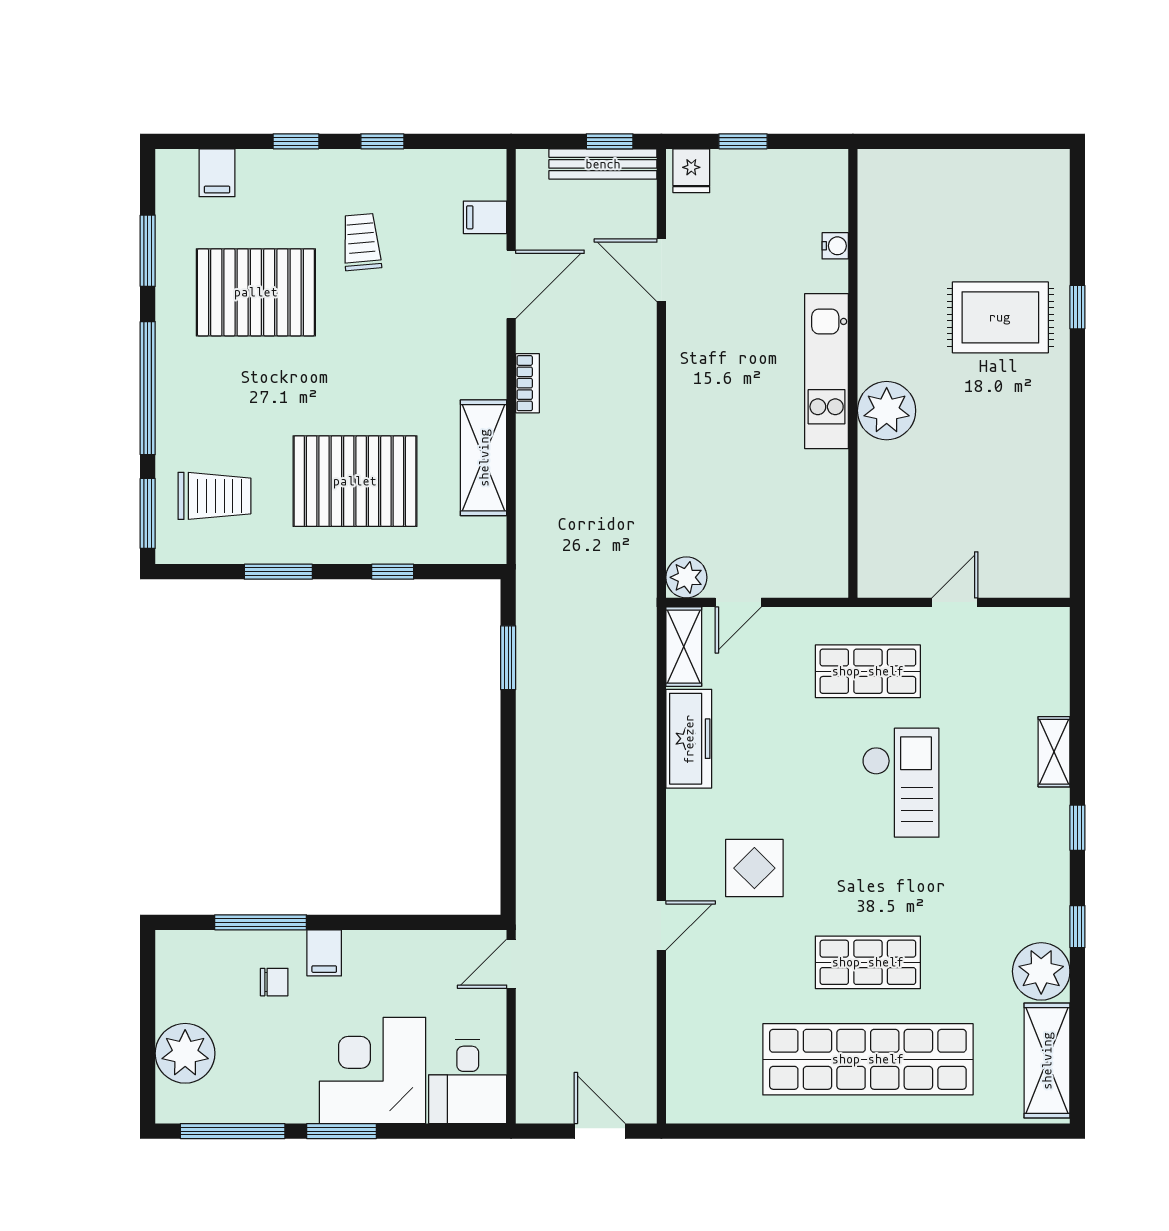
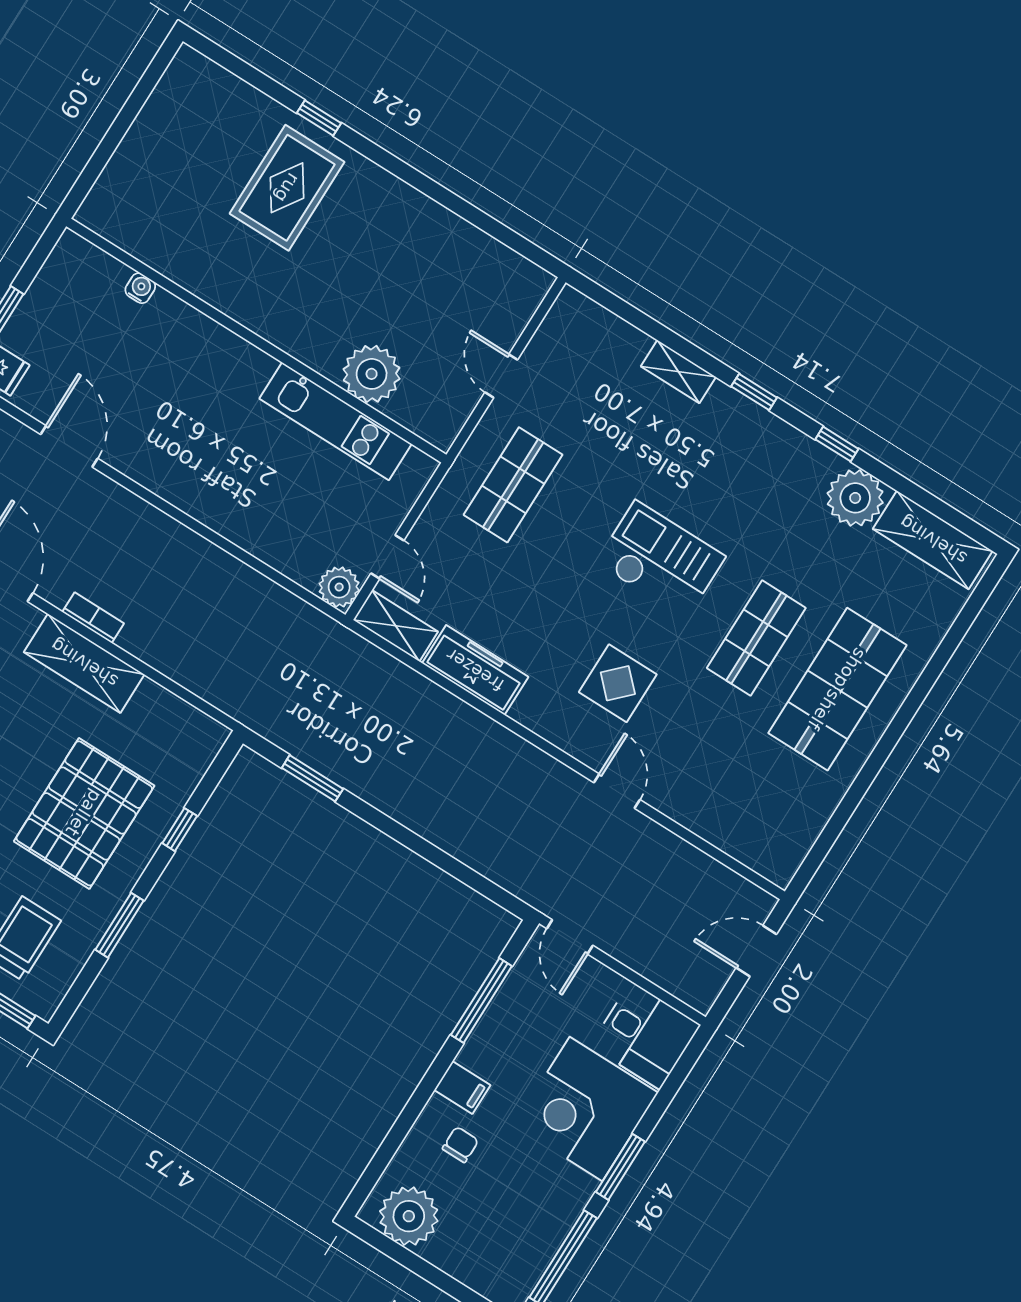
door: (661, 270) -> (69, 446), swing flipped
kitchen unit: (827, 371) -> (335, 421), moved
plant: (887, 411) -> (372, 374), moved
shelving: (484, 458) -> (84, 663), moved
checkout: (901, 783) -> (661, 560), moved
window: (261, 922) -> (481, 1001), moved
plant: (185, 1053) -> (409, 1216), moved
shop shelf: (868, 1059) -> (837, 689), width x0.71

